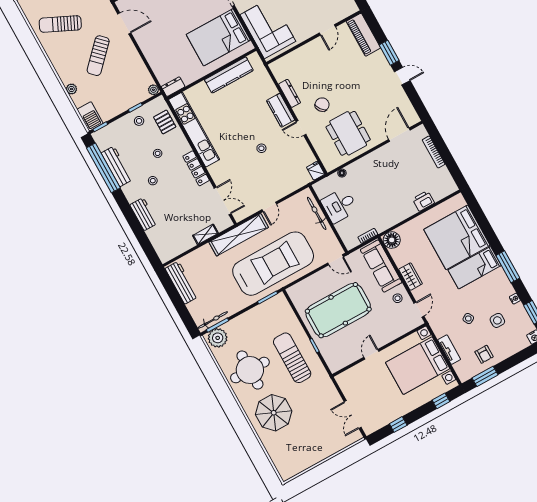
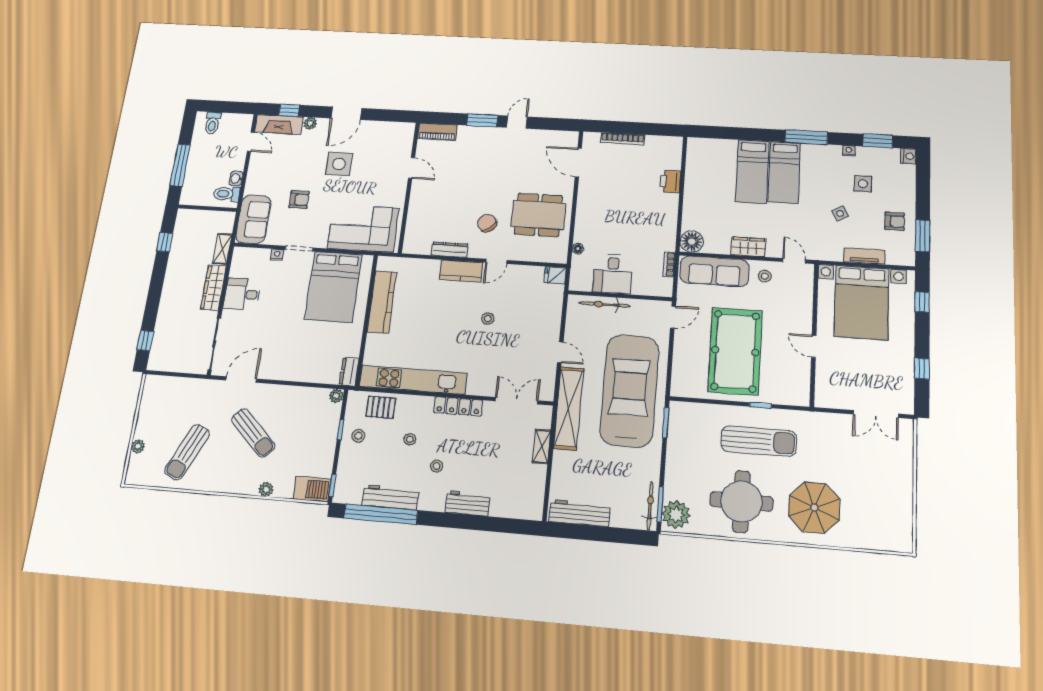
piano: (363, 35) -> (437, 132), width x0.73, depth x0.75
bed: (457, 237) -> (752, 172), width x0.49
sun lounger: (292, 358) -> (759, 441), turned 180

